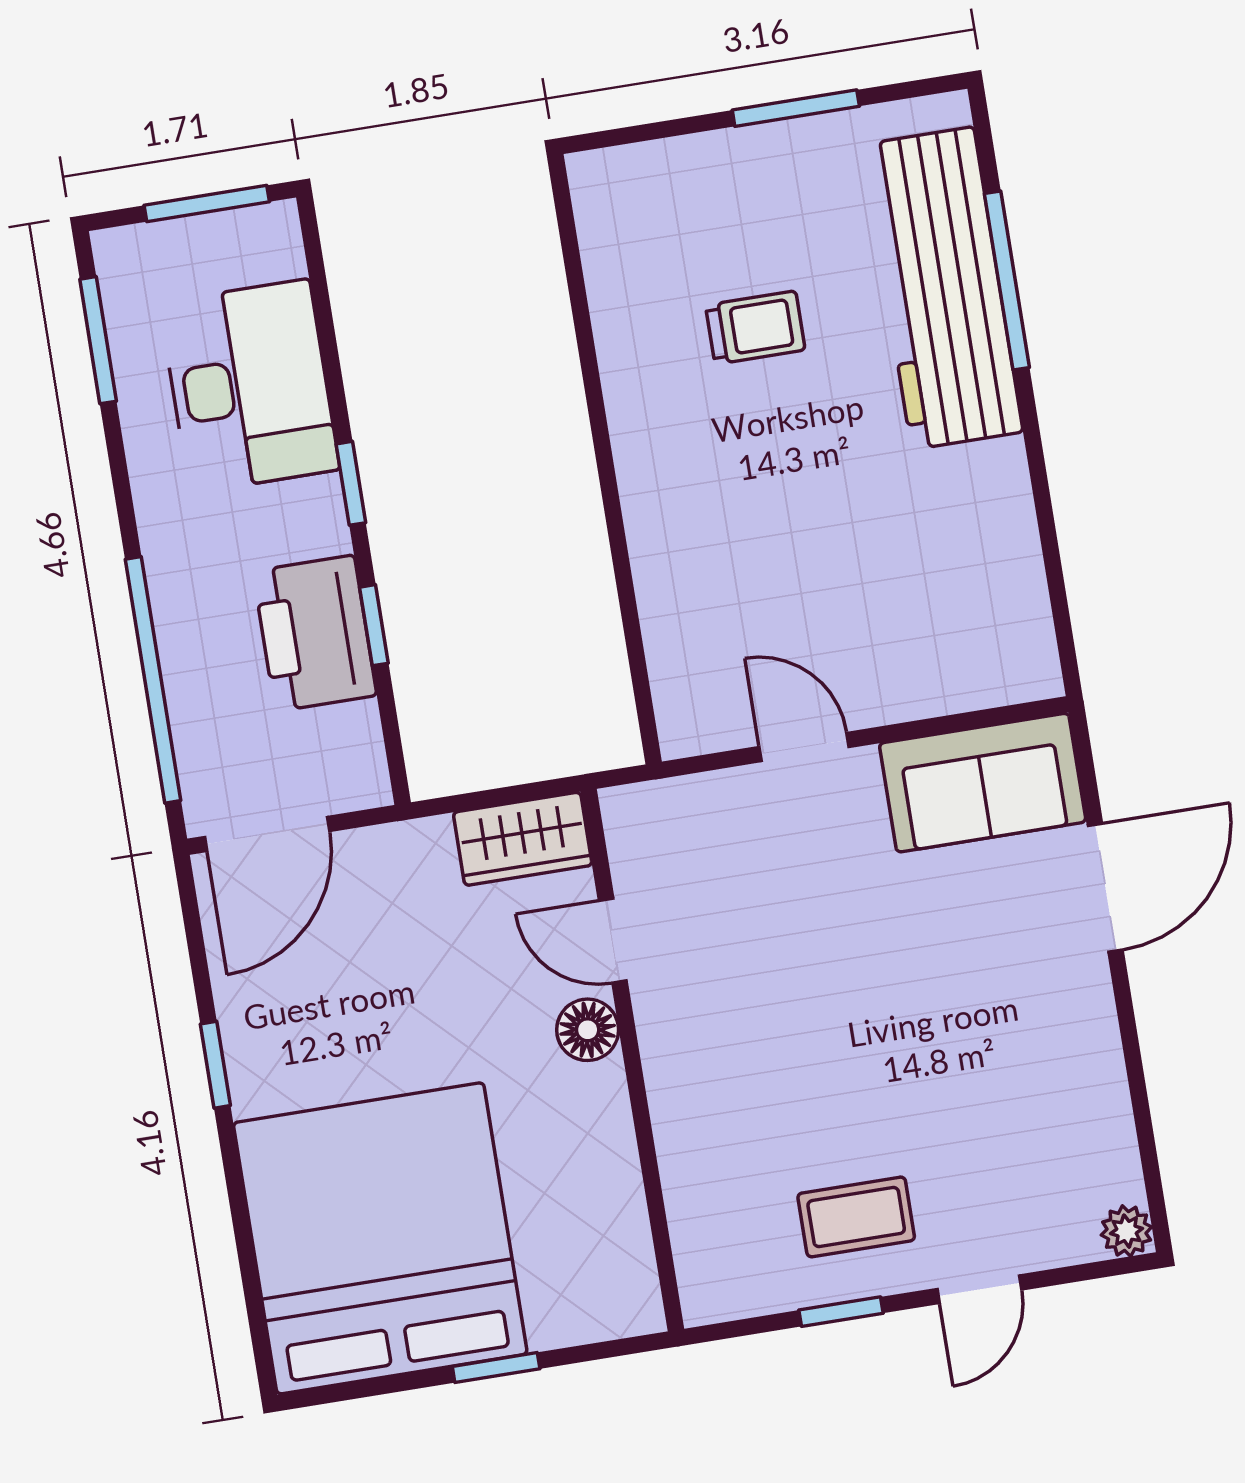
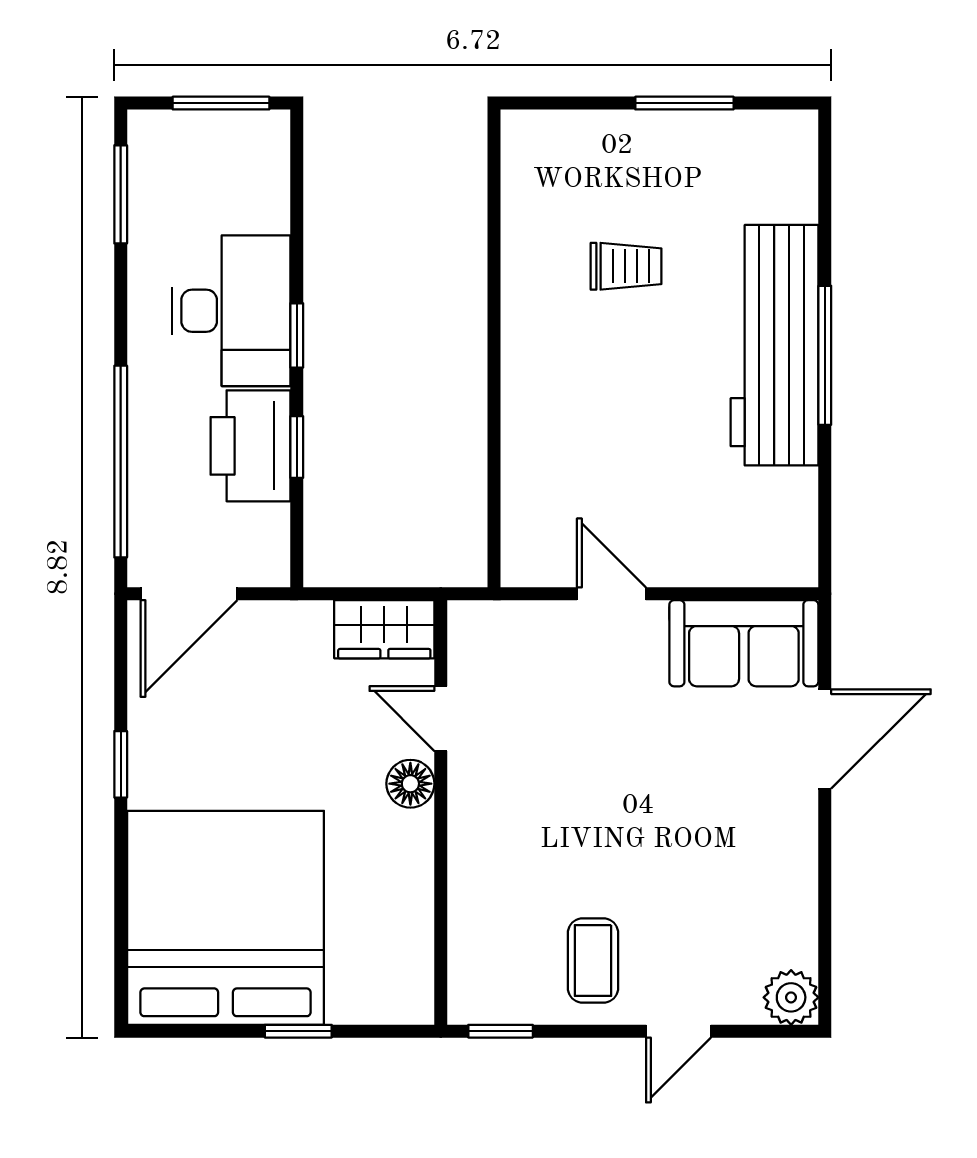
window: (1007, 281) -> (825, 355), moved
workbench: (943, 288) -> (775, 345), moved
desk: (249, 386) -> (231, 311), moved
coffee table: (856, 1217) -> (593, 961), turned 90
plant: (1127, 1231) -> (791, 997), width x1.38, depth x1.38
window: (841, 1312) -> (501, 1031), moved

